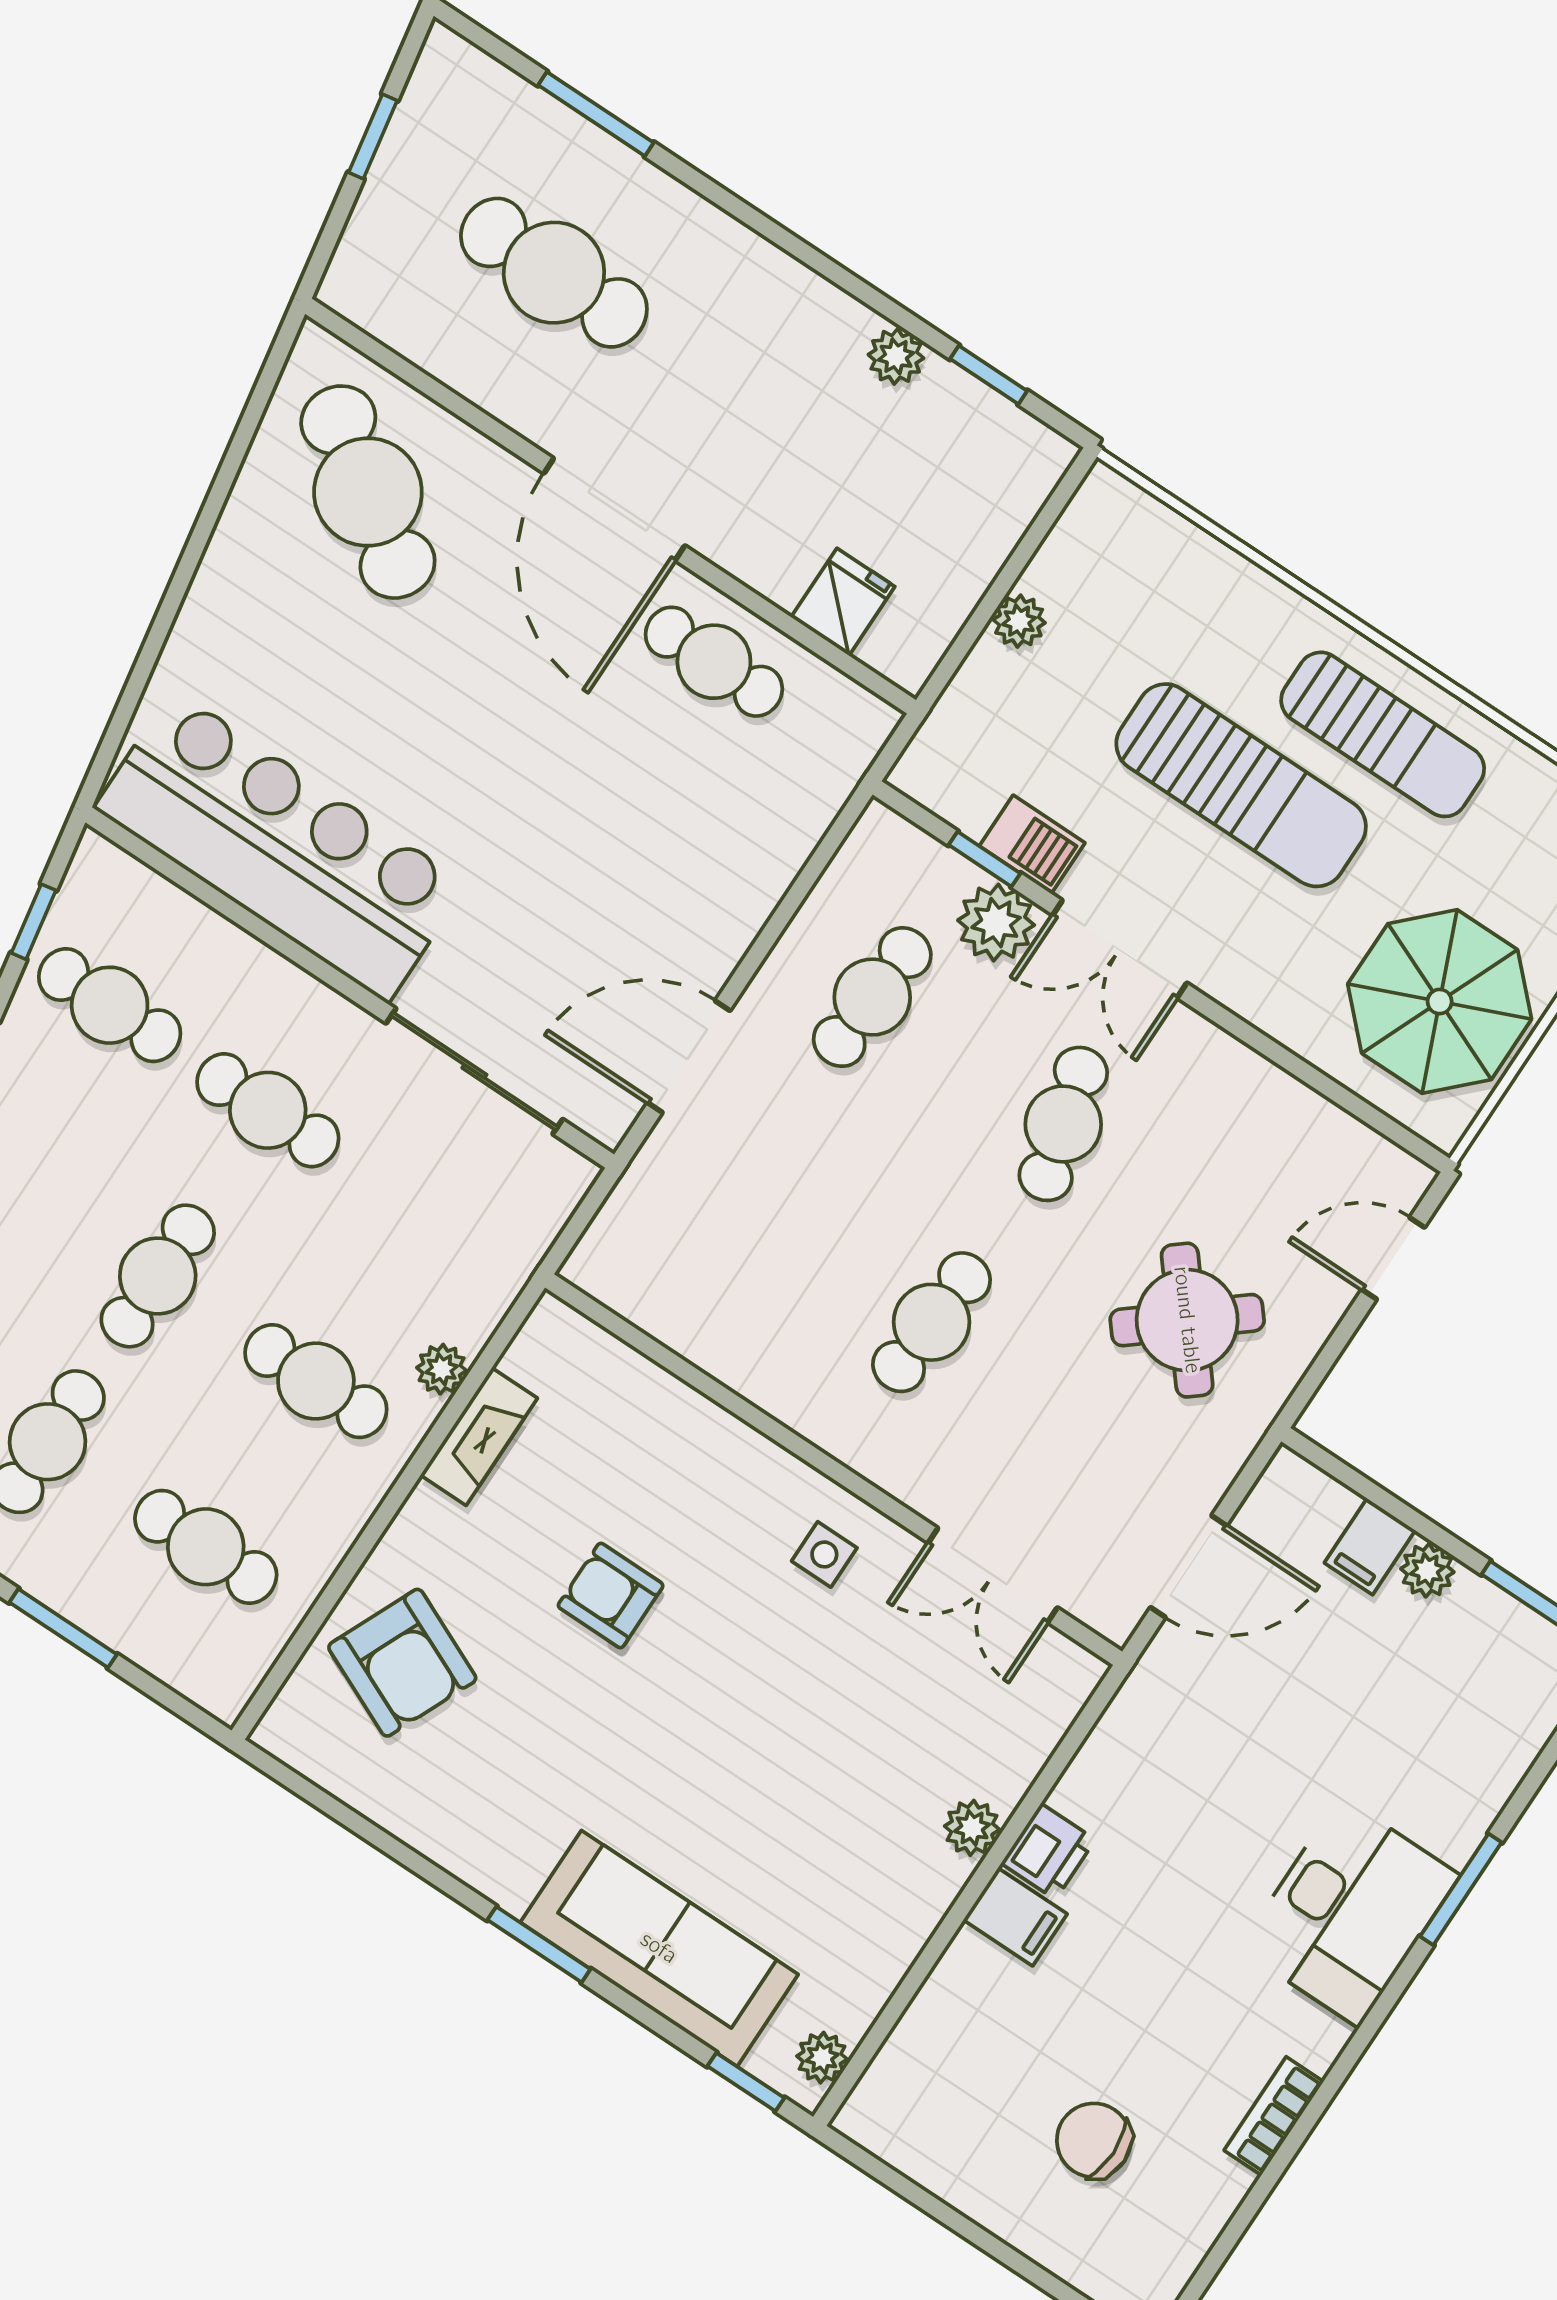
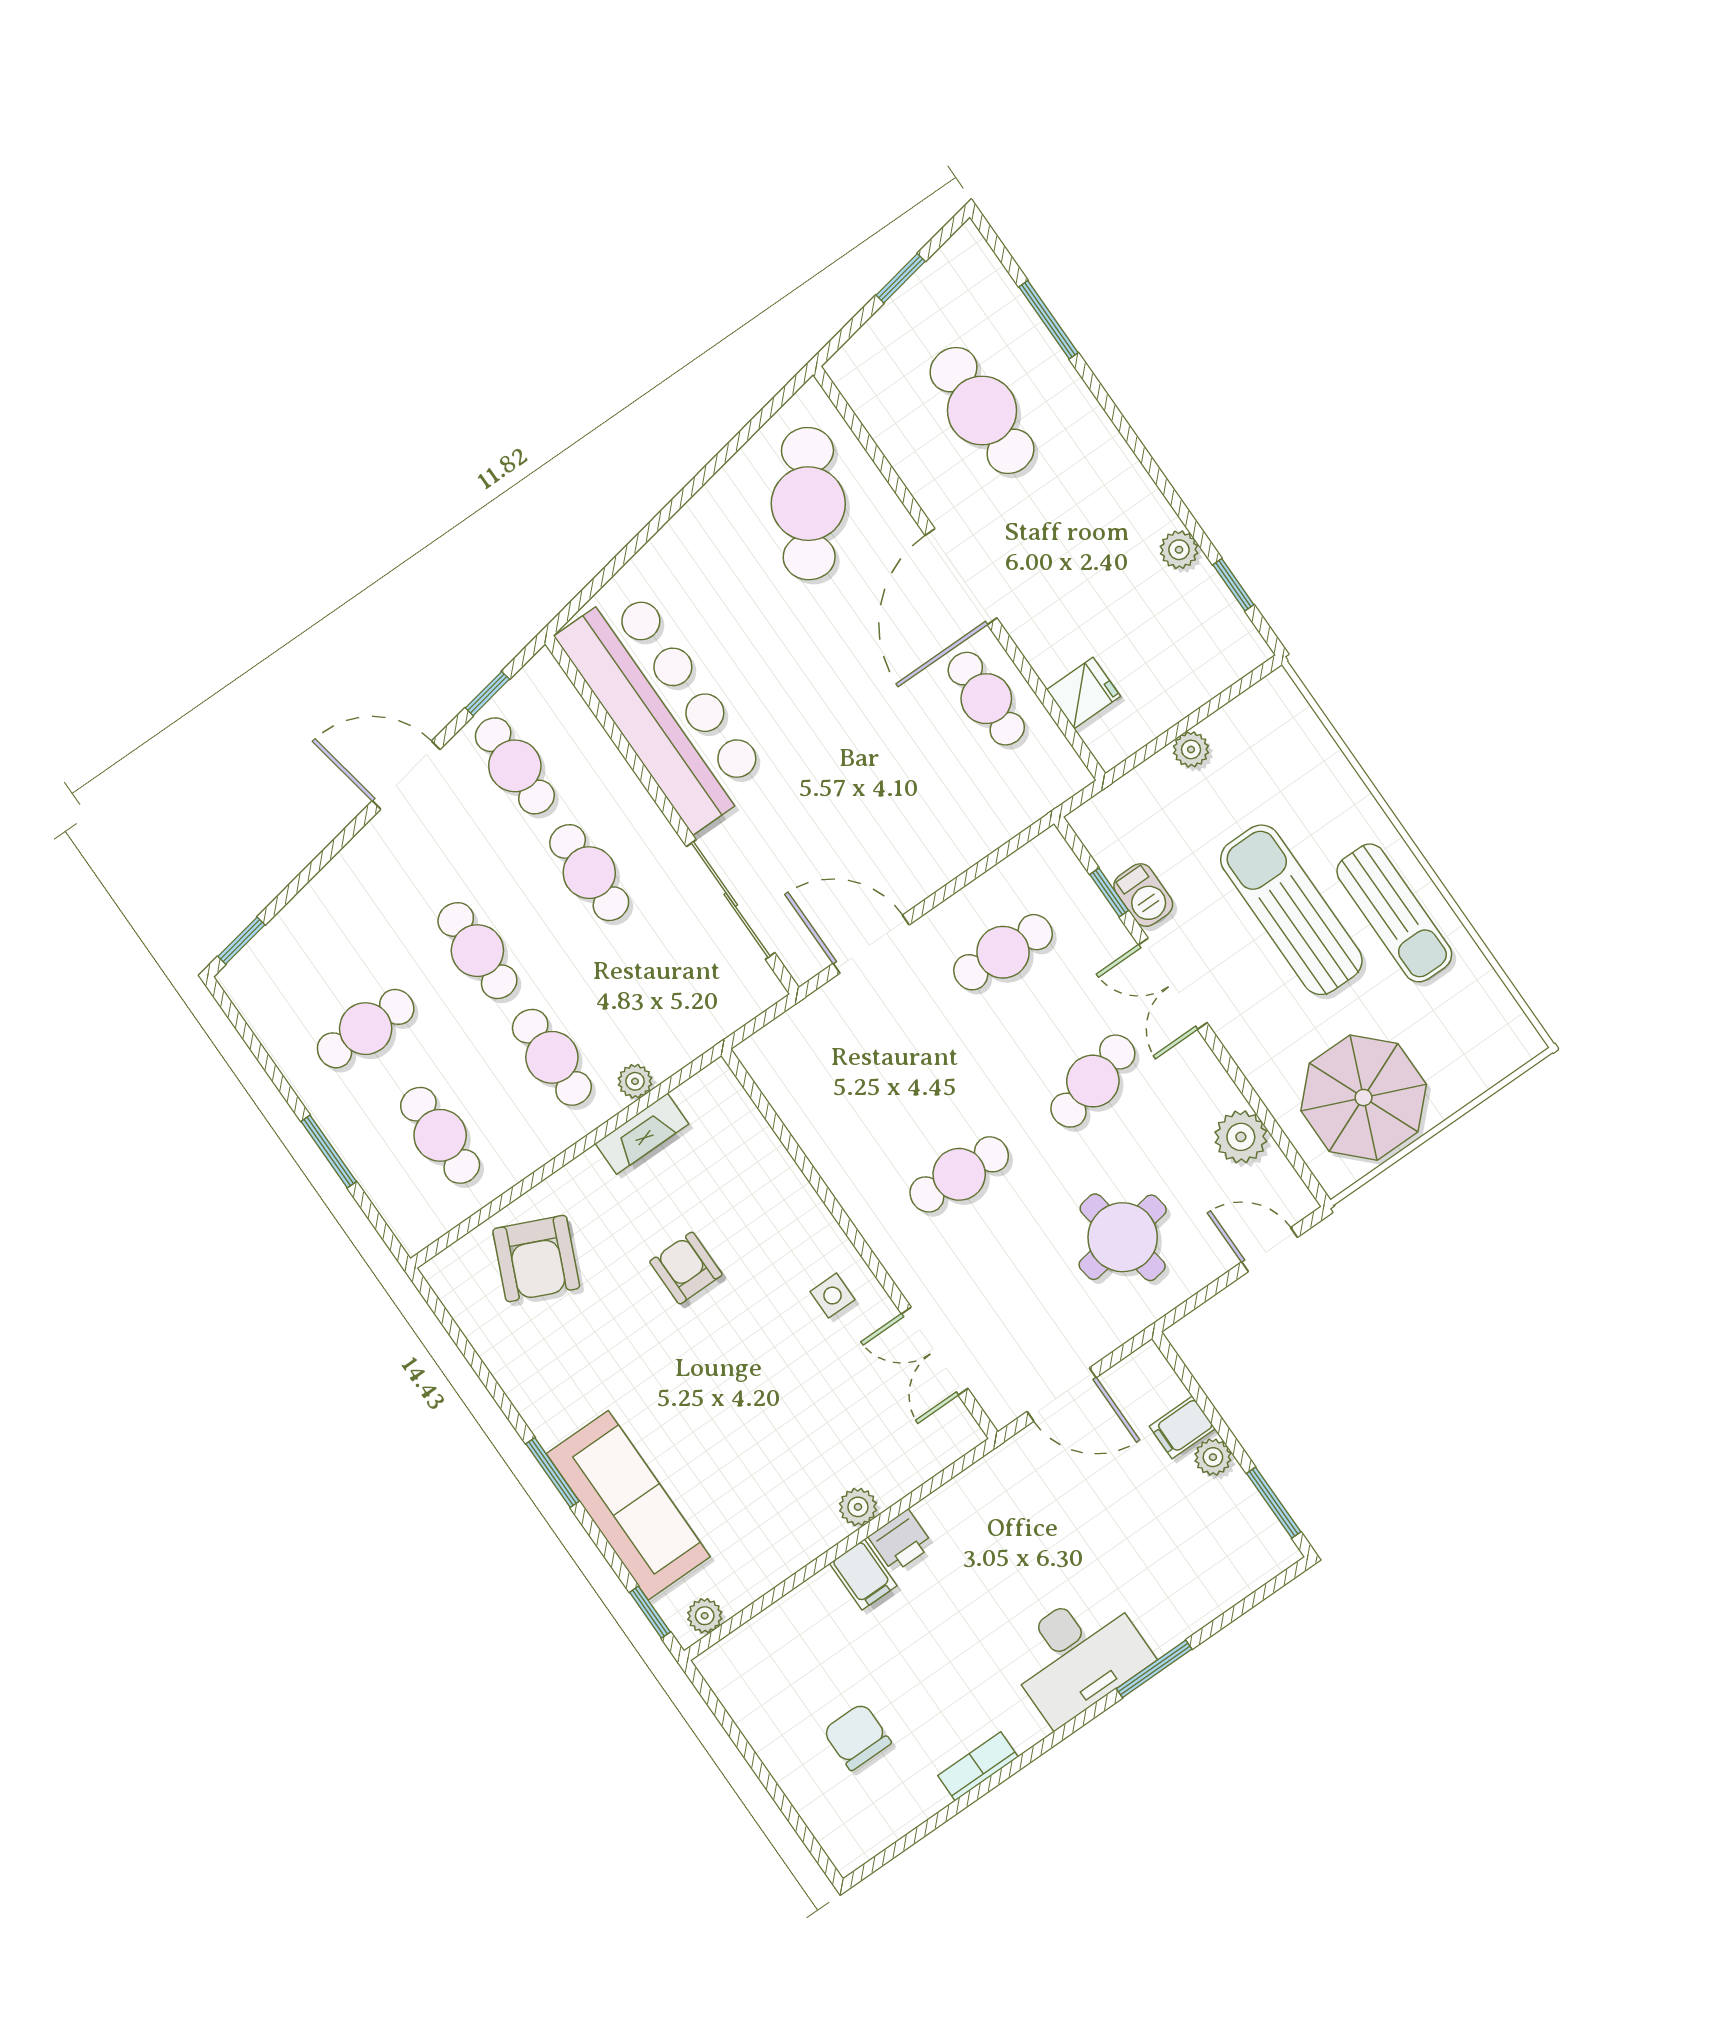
sun lounger: (1241, 785) -> (1291, 910), turned 180
plant: (996, 923) -> (1241, 1137), moved
cafe table: (158, 1276) -> (477, 951), turned 90
round table: (1187, 1320) -> (1123, 1237), turned 31

